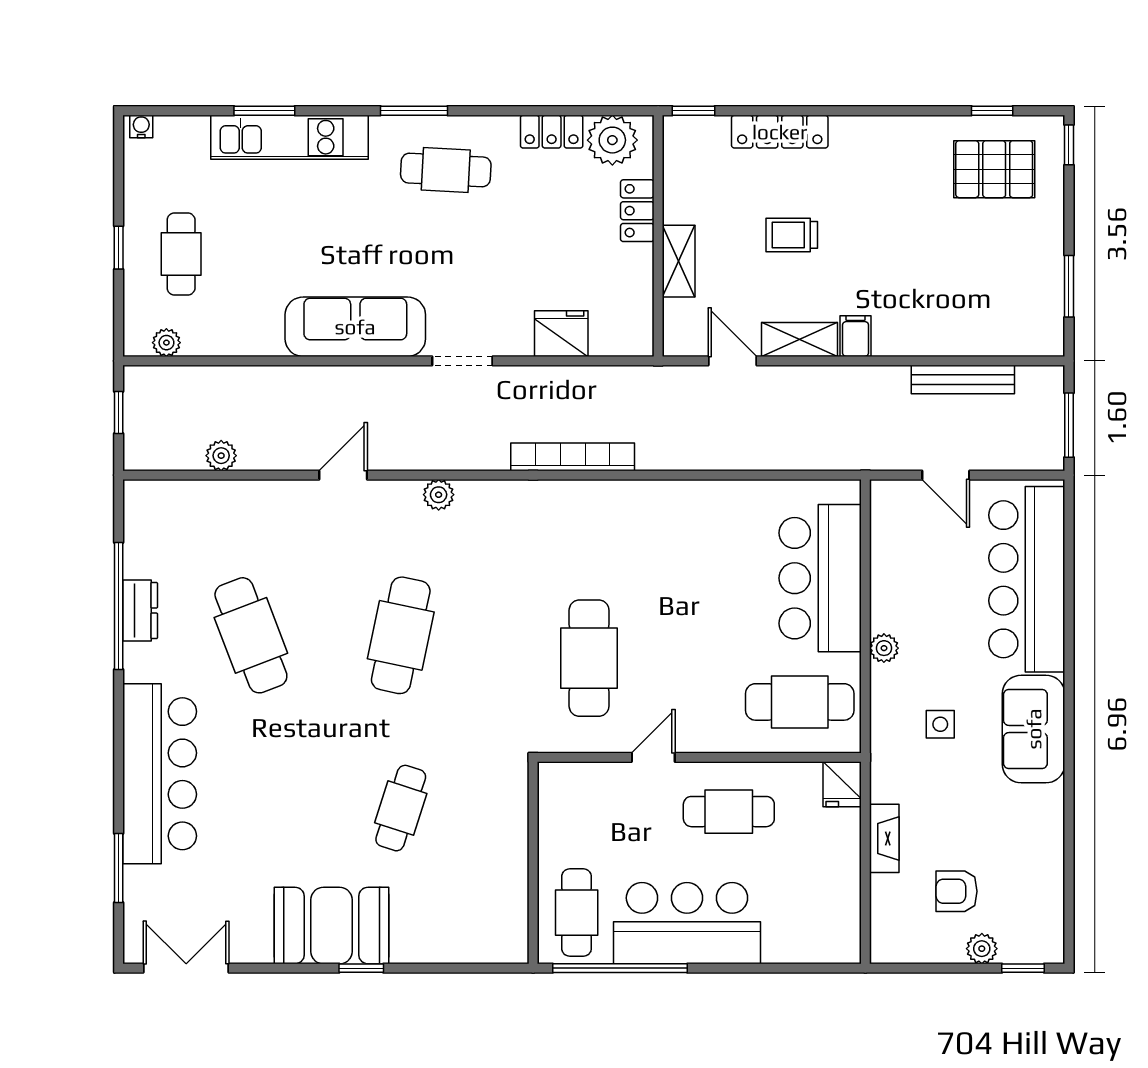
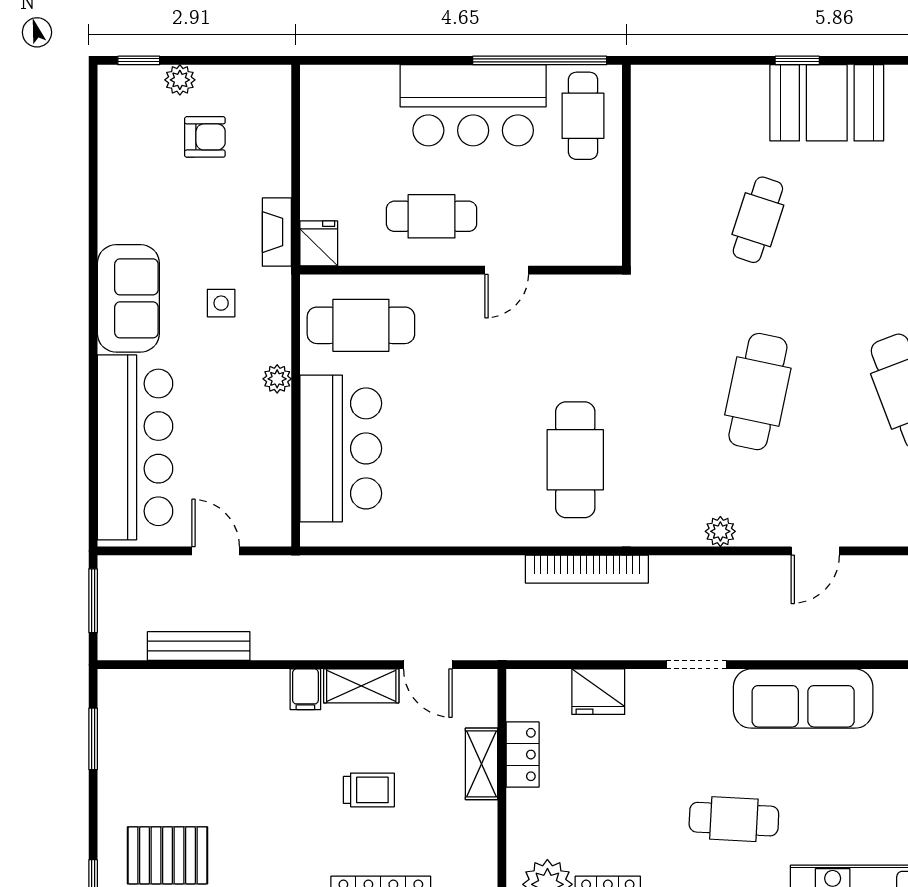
cafe table: (446, 170) -> (734, 819), moved
locker: (637, 211) -> (523, 755), moved
cafe table: (589, 658) -> (575, 460), moved
fireplace: (884, 838) -> (277, 232), moved

